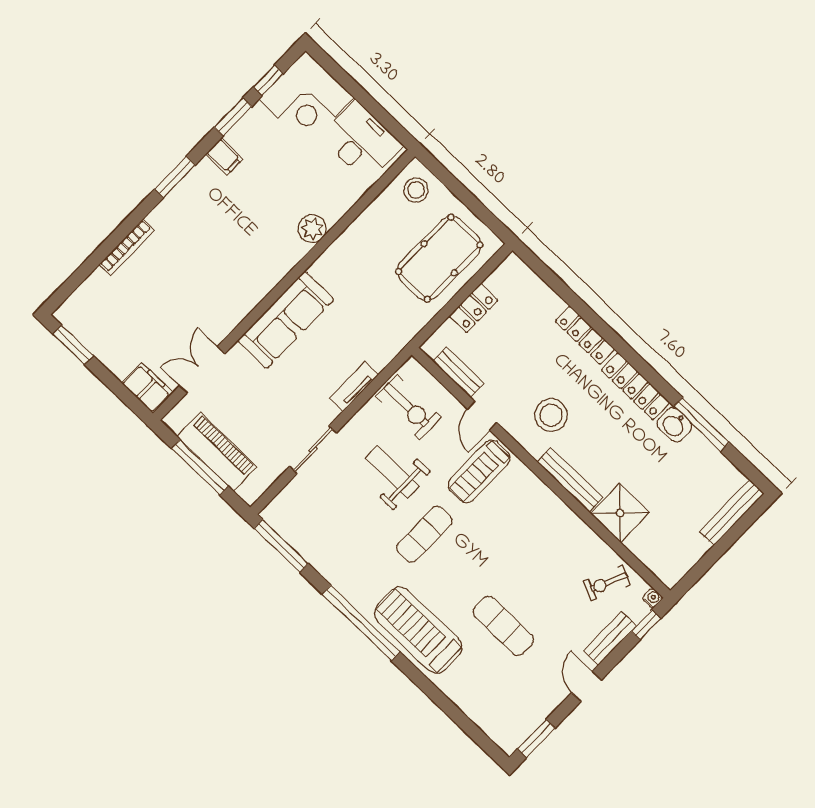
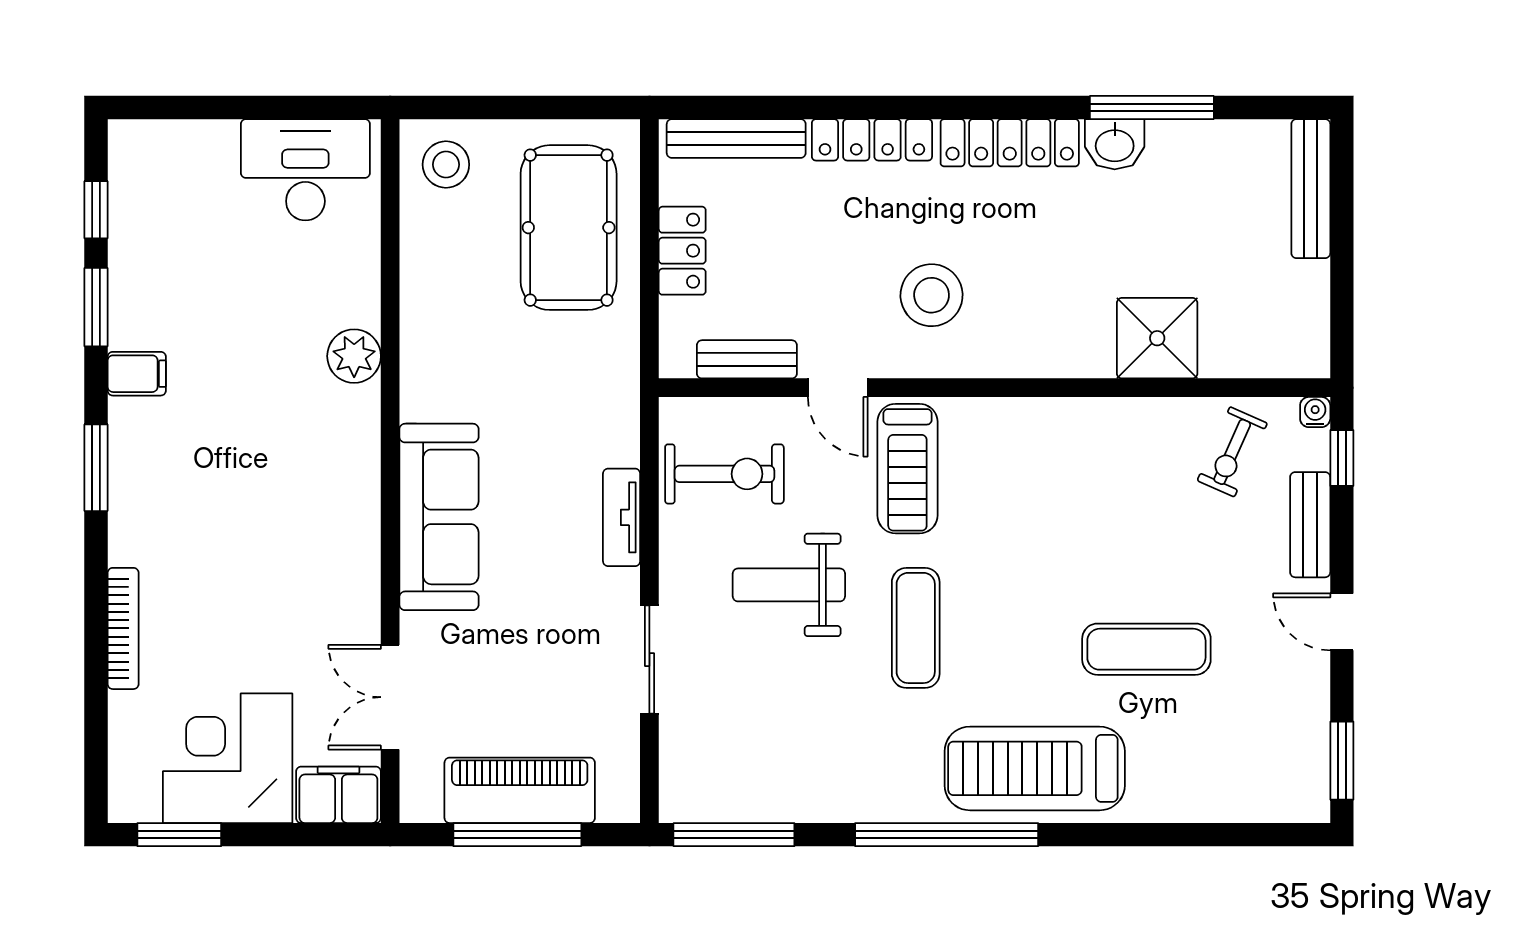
corner desk: (306, 98) -> (228, 758), moved, turned 180
bench: (570, 480) -> (736, 139), moved

